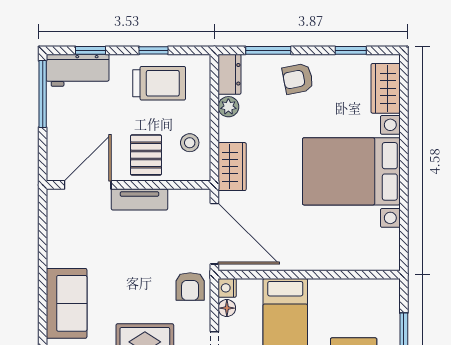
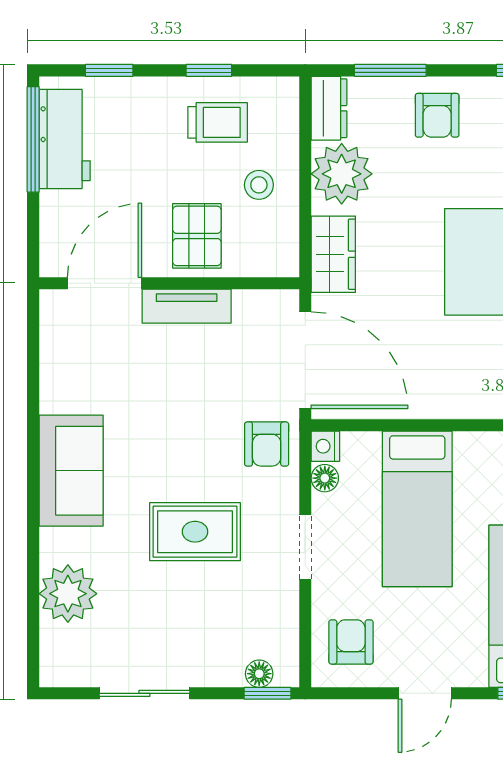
workbench: (78, 70) -> (65, 139), moved, turned -90
armchair: (298, 79) -> (437, 115), turned -79
trolley: (159, 83) -> (218, 122), width x0.73, depth x0.72
plant: (228, 107) -> (342, 174), width x1.88, depth x1.88
stool: (190, 143) -> (259, 185), moved

